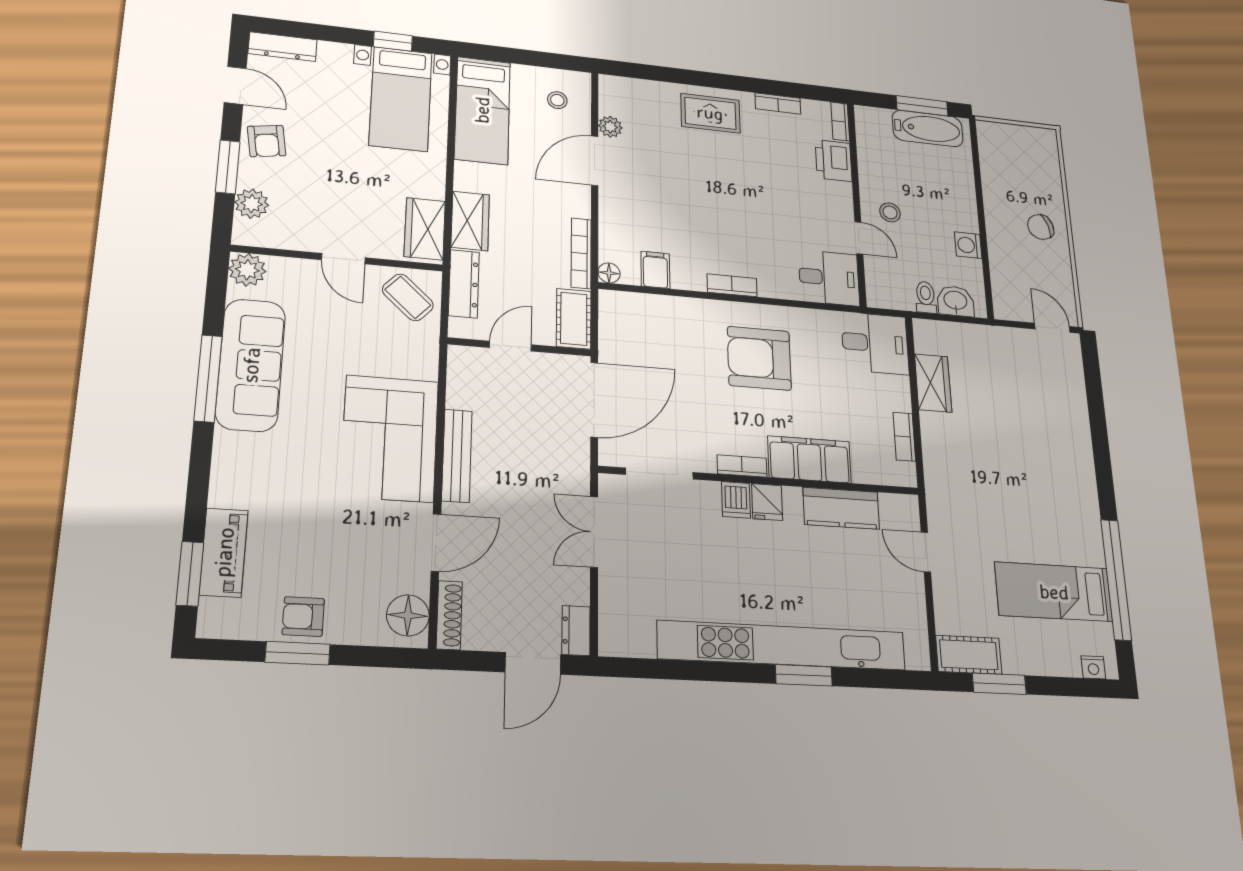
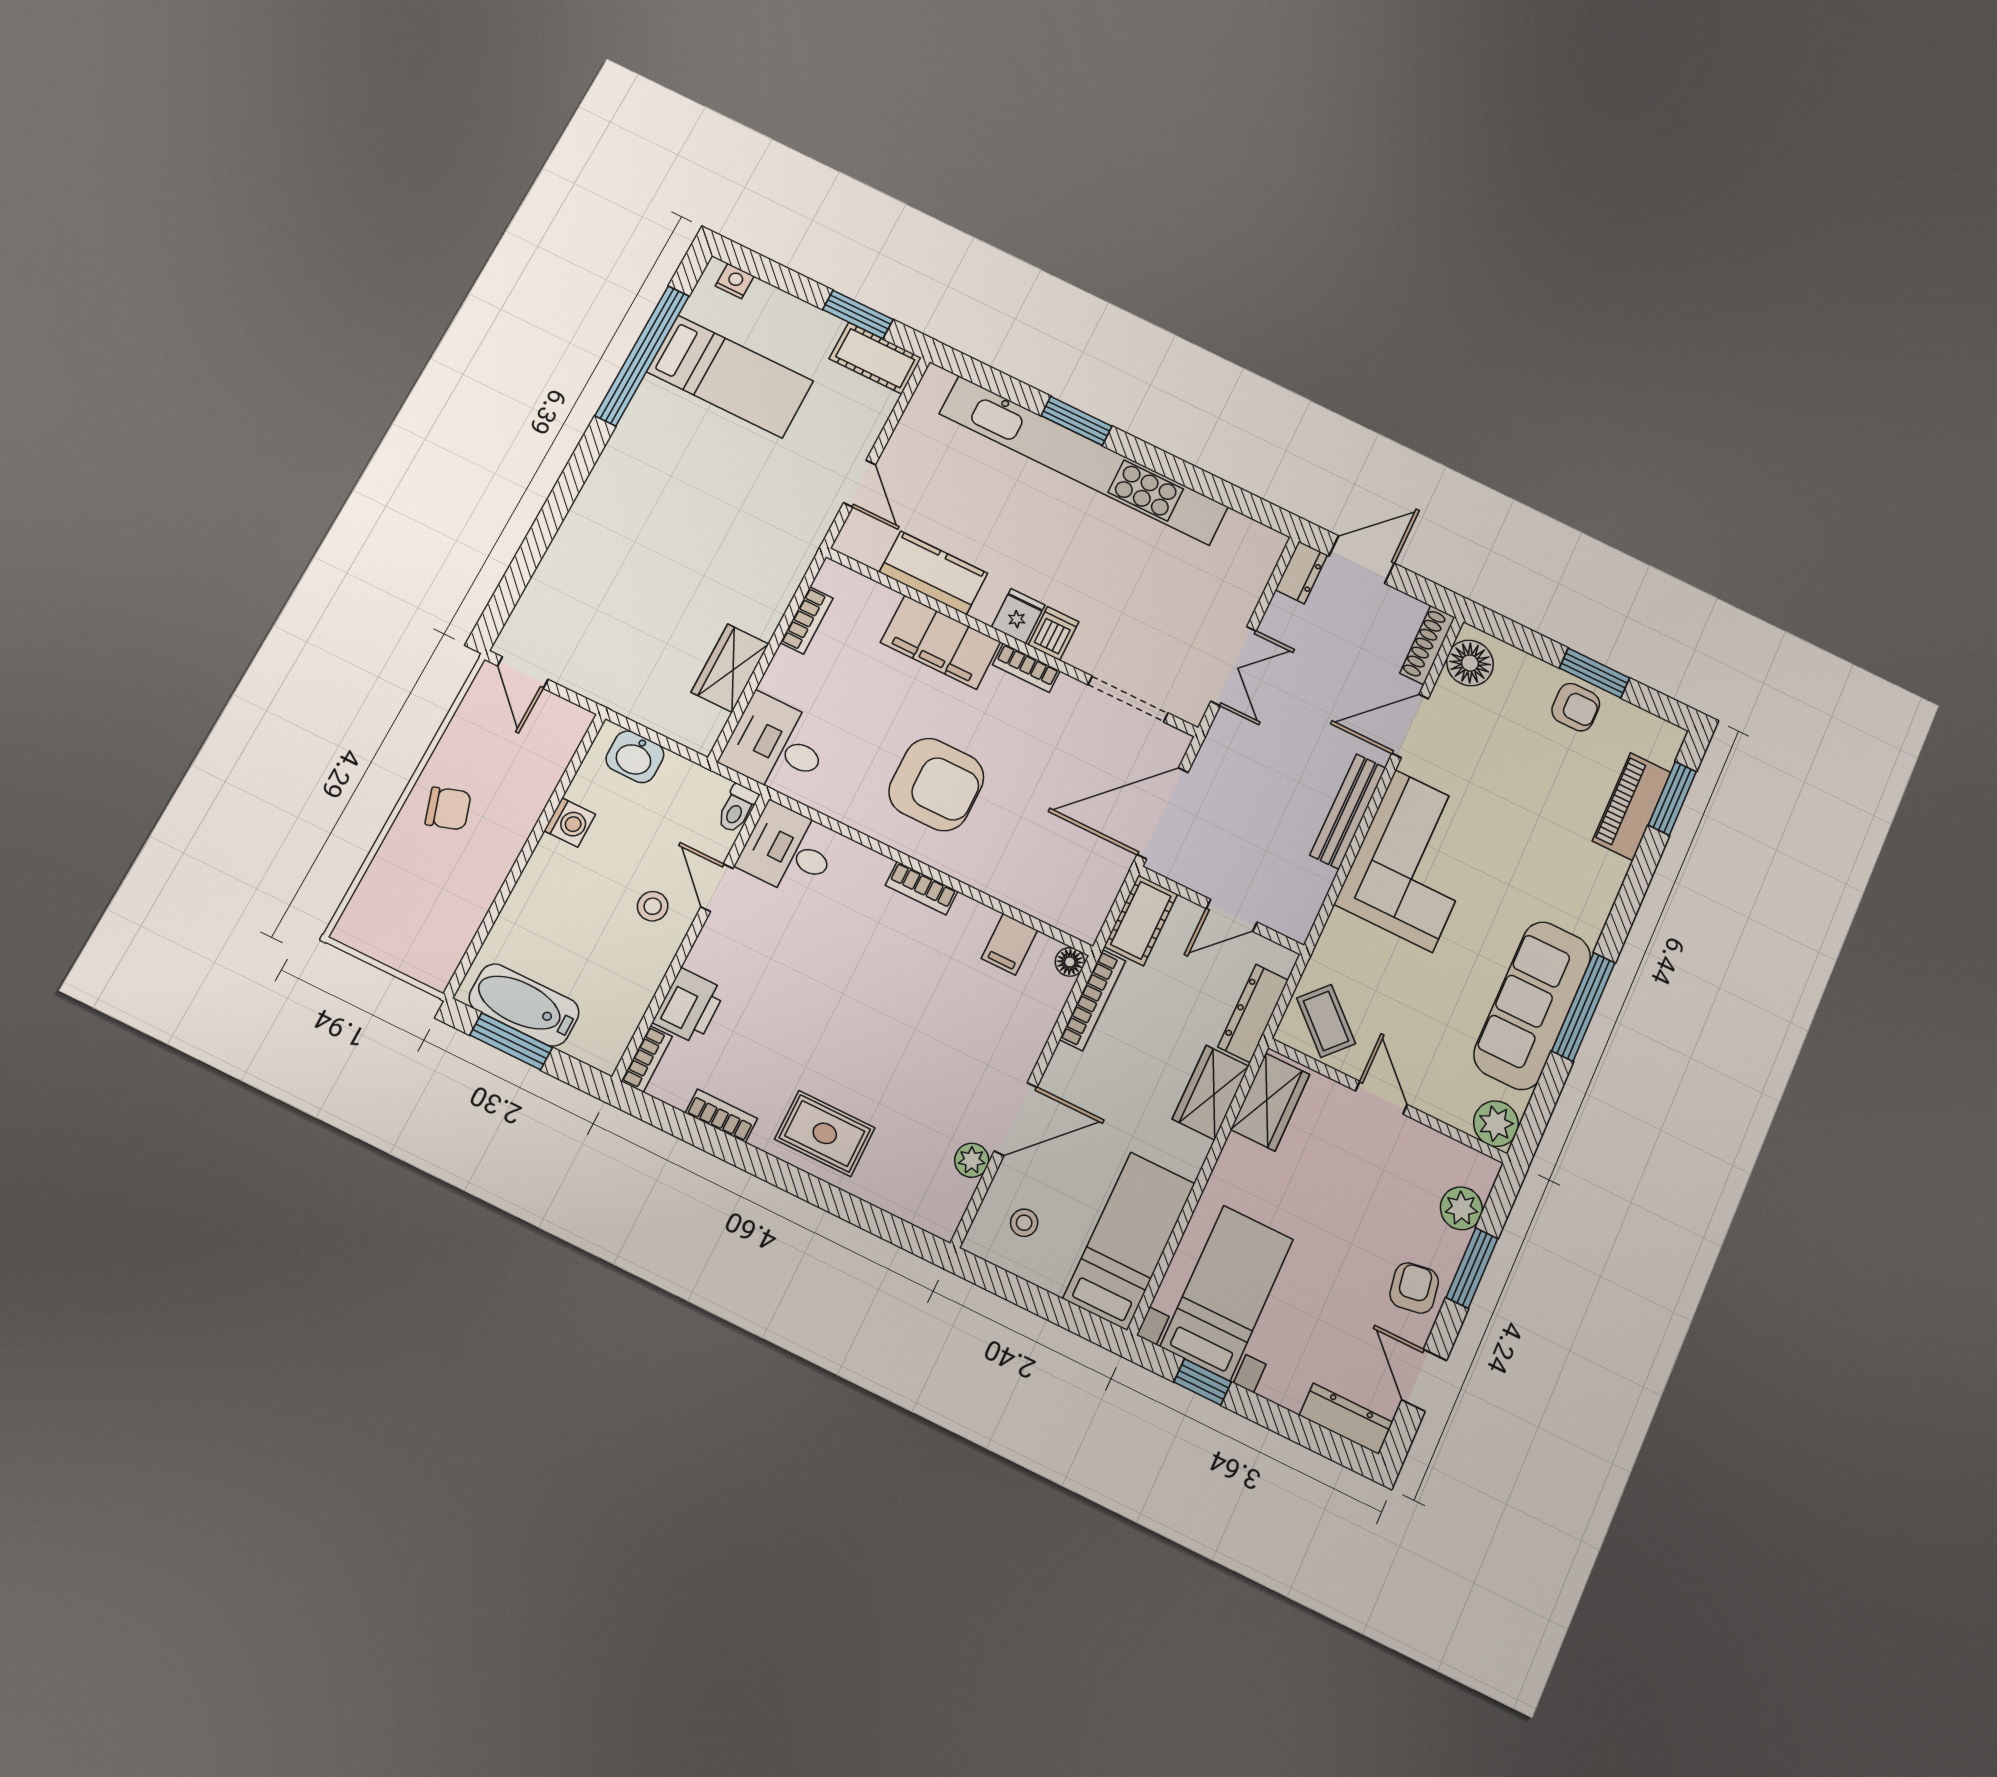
toilet: (926, 297) -> (737, 808), moved

